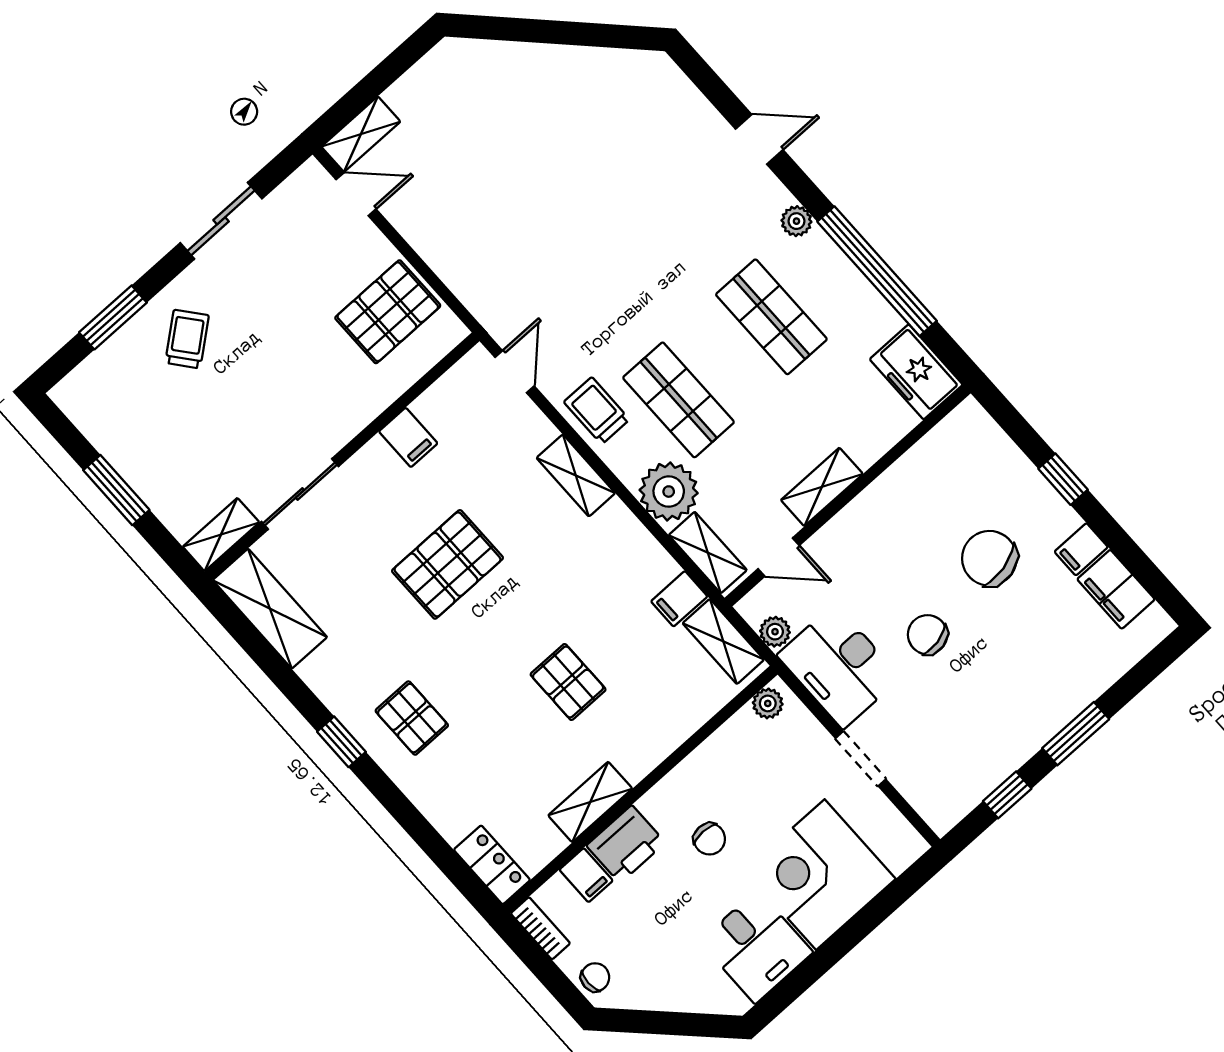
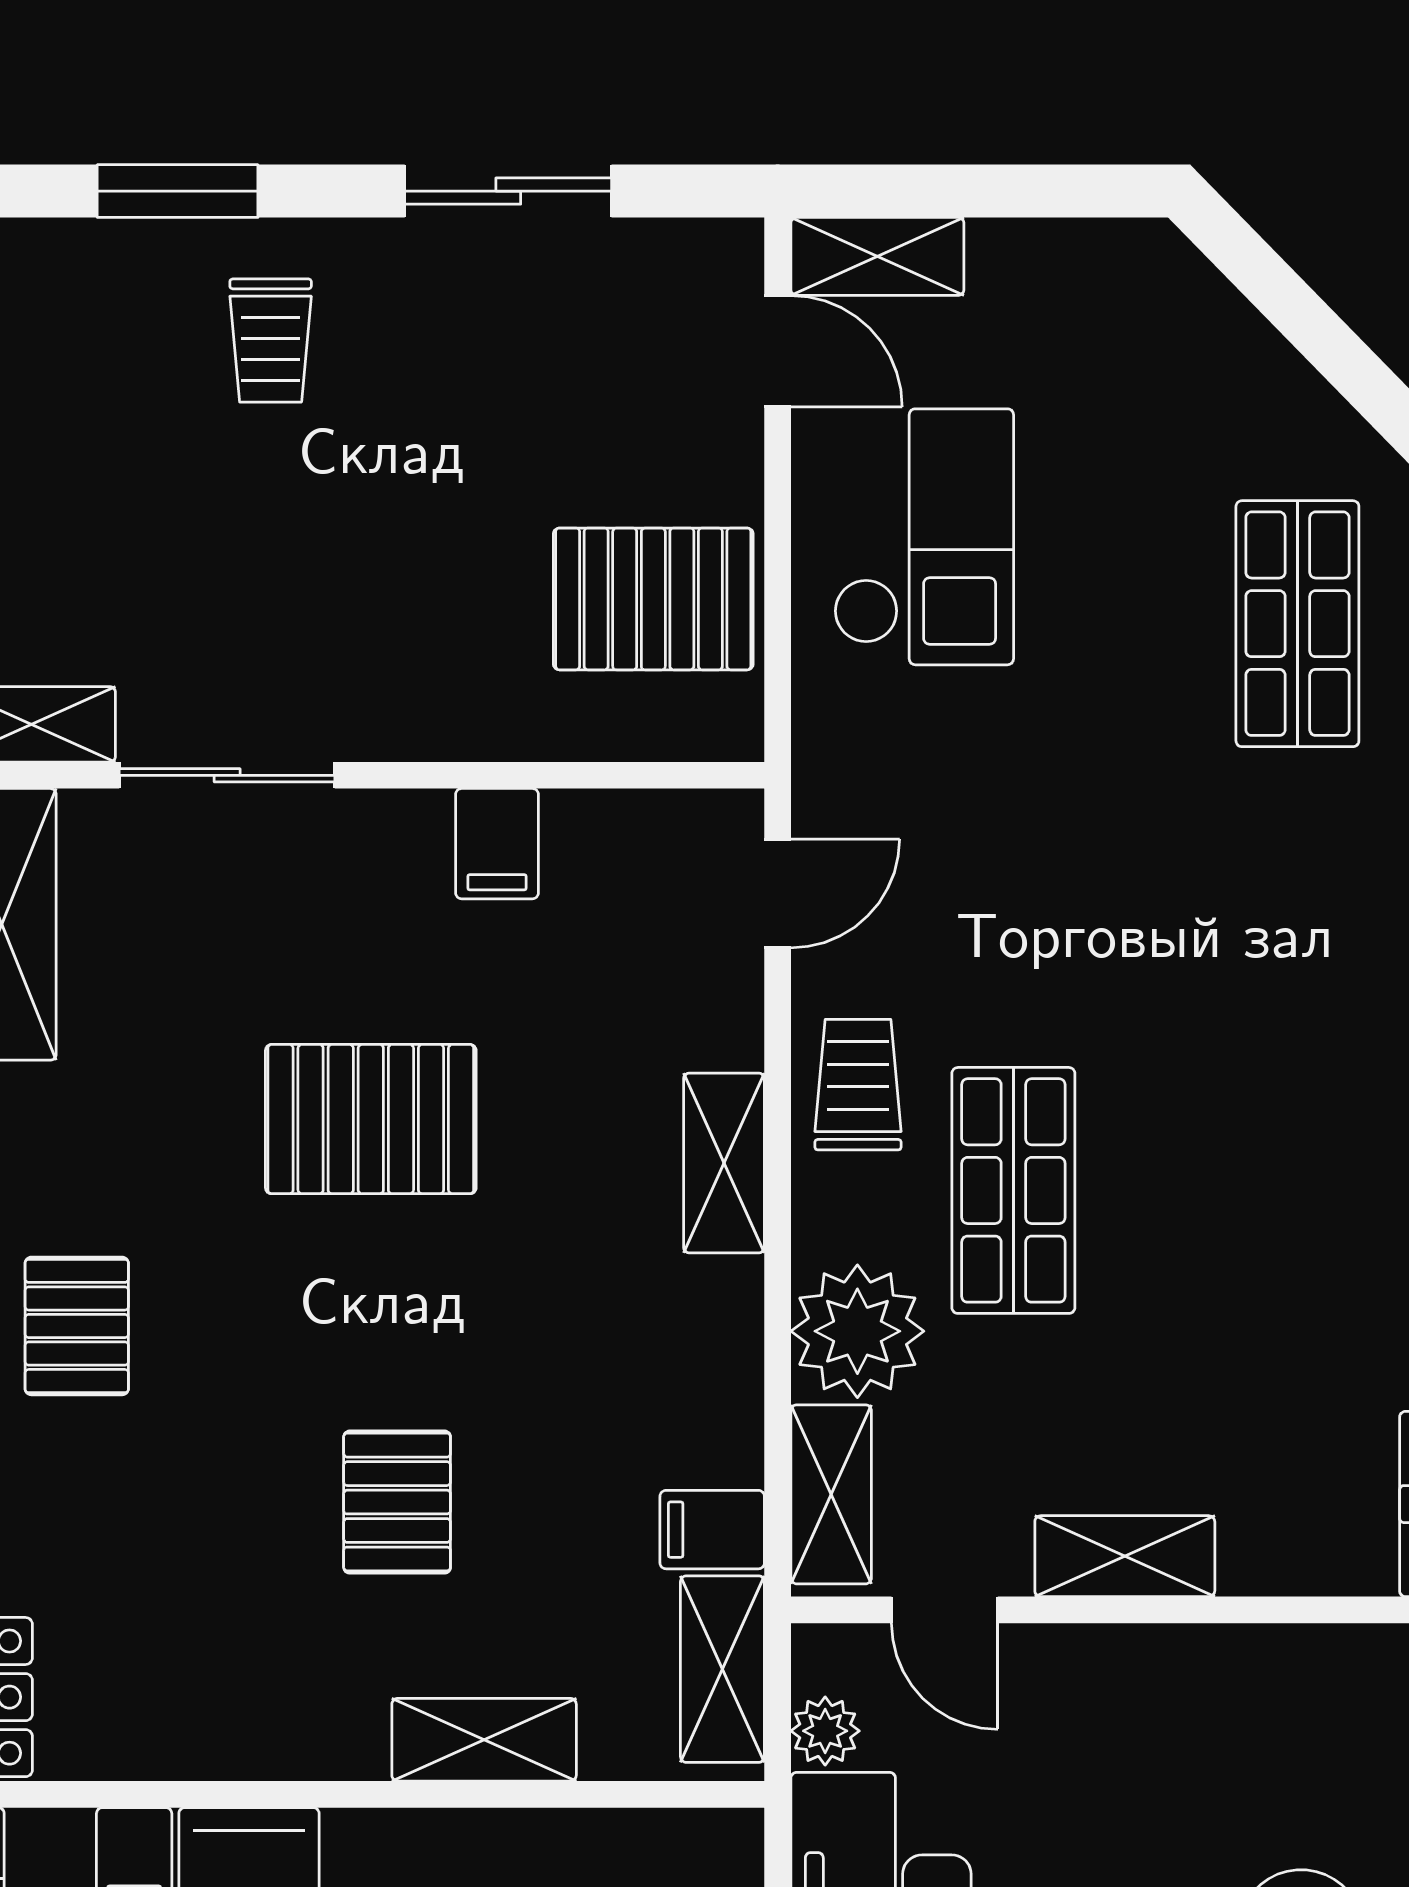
checkout: (458, 212) -> (924, 537), added
shop shelf: (771, 317) -> (1297, 624), moved
trolley: (187, 339) -> (271, 341), turned 129
plant: (768, 703) -> (704, 1842), removed
shelving: (590, 802) -> (484, 1740), moved

